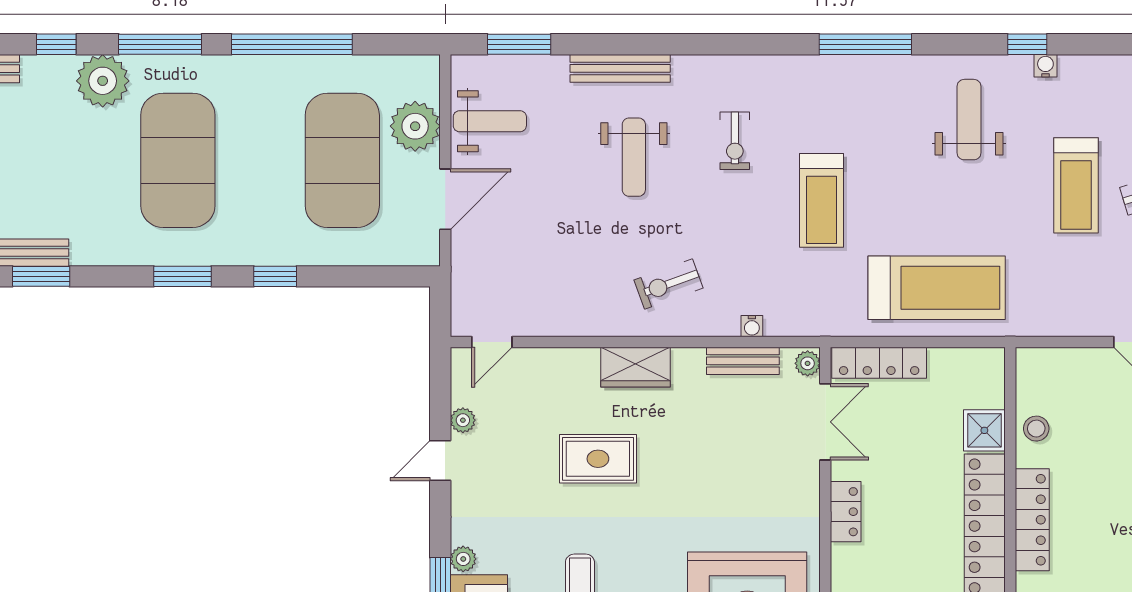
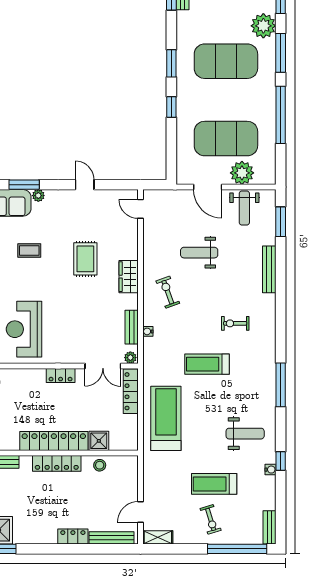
weight bench: (634, 157) -> (199, 253), moved
treadmill: (937, 288) -> (166, 418), turned 180
plant: (463, 420) -> (104, 195), removed

